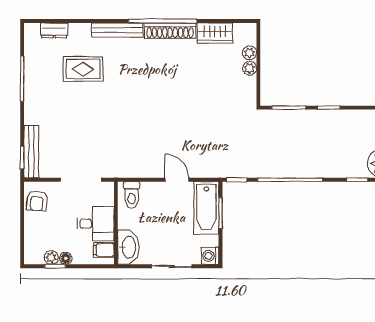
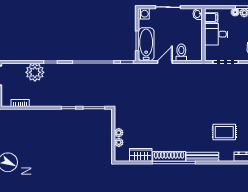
door: (177, 180) -> (165, 62), swing flipped
toilet: (132, 195) -> (181, 52), moved
washbasin: (128, 247) -> (198, 14), width x0.52, depth x0.69

